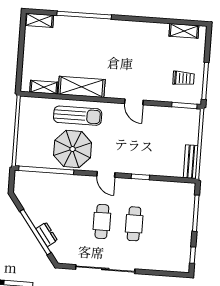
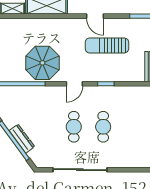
sun lounger: (78, 116) -> (107, 45), moved, turned 180
door: (106, 174) -> (74, 84), hinge flipped
dresser: (47, 234) -> (22, 139), width x1.44

